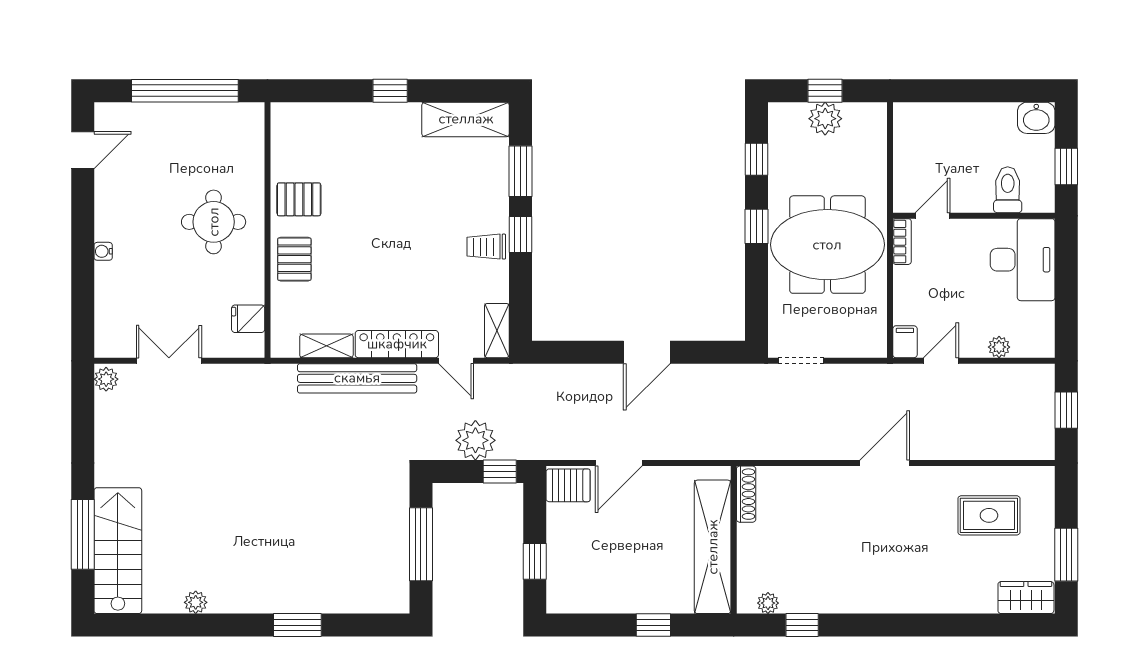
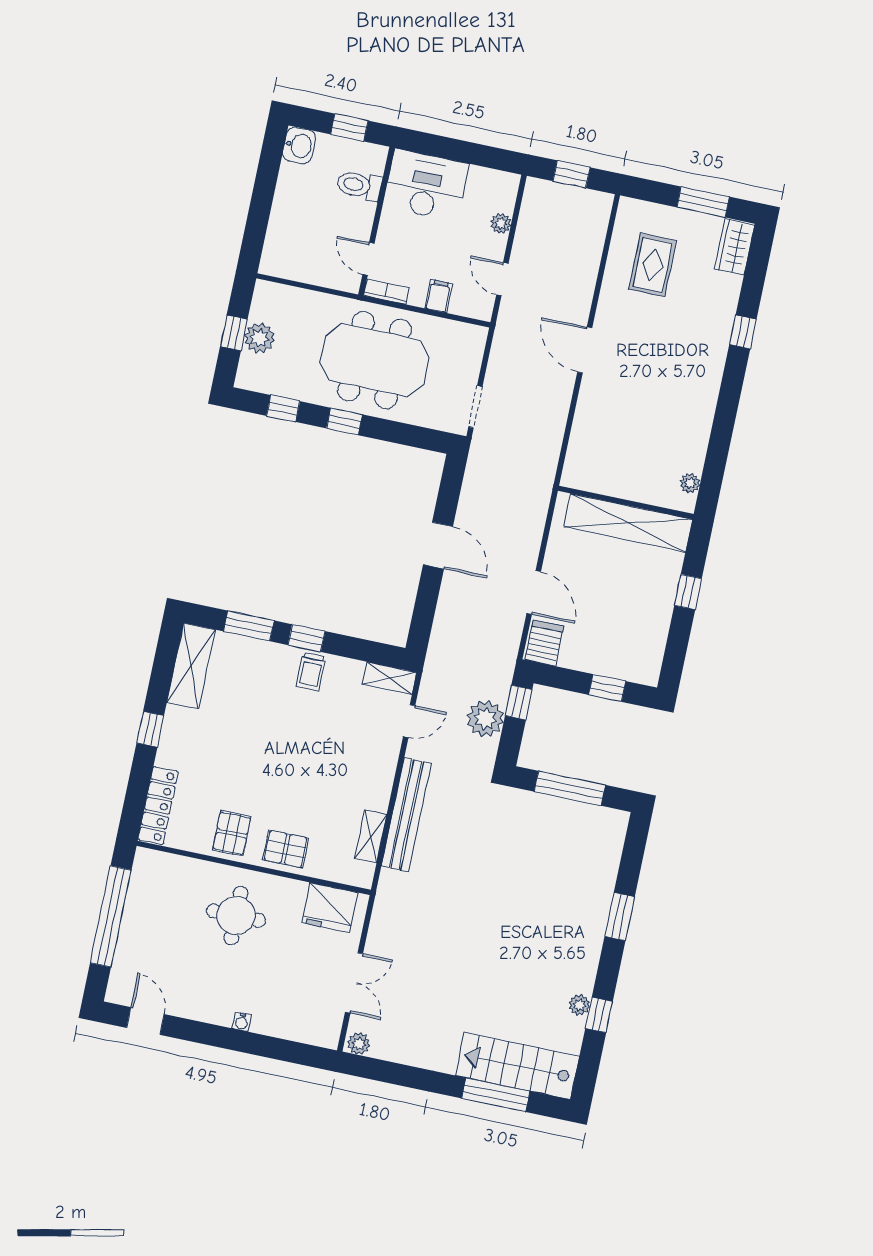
meeting table: (827, 245) -> (375, 360), turned 90
fridge: (248, 319) -> (330, 908), width x1.88, depth x1.34
filing cabinet: (905, 342) -> (439, 296), moved, turned 90
locker: (397, 344) -> (158, 806), moved, turned 180
double door: (169, 361) -> (354, 983), swing flipped
shoe rack: (746, 494) -> (586, 482), removed
window: (189, 625) -> (599, 1015), added
window: (802, 625) -> (743, 332), moved

